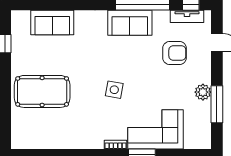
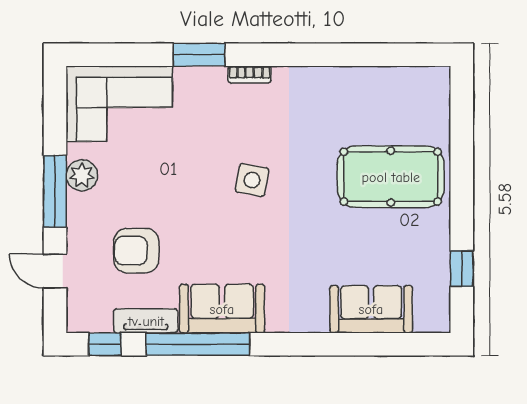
tv unit: (187, 16) -> (146, 321), moved
window: (217, 104) -> (55, 191), moved
corner sofa: (155, 129) -> (119, 104), moved

